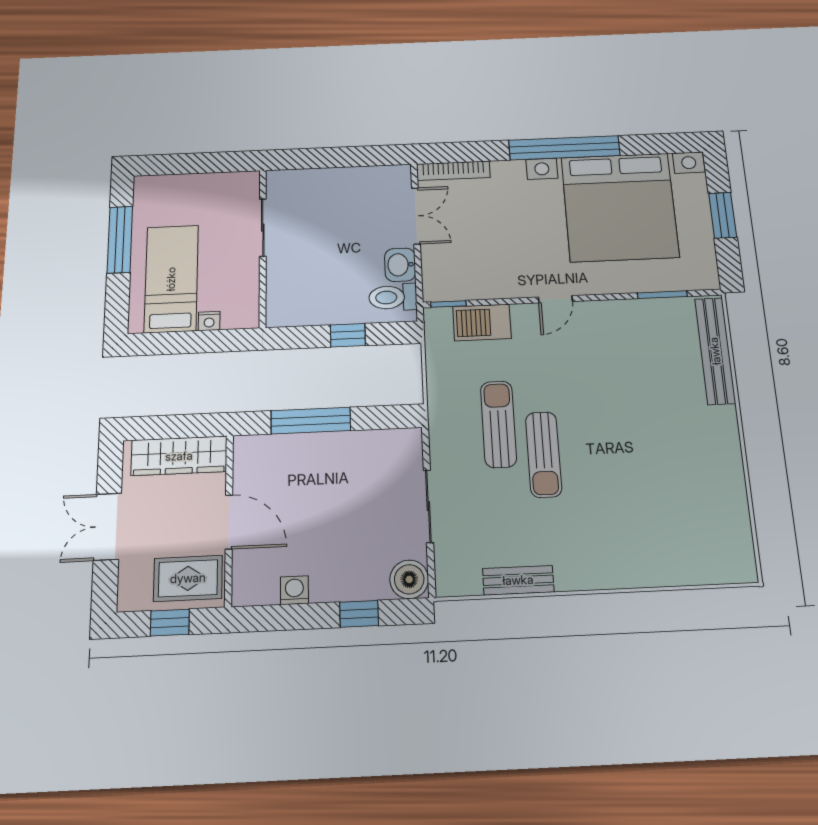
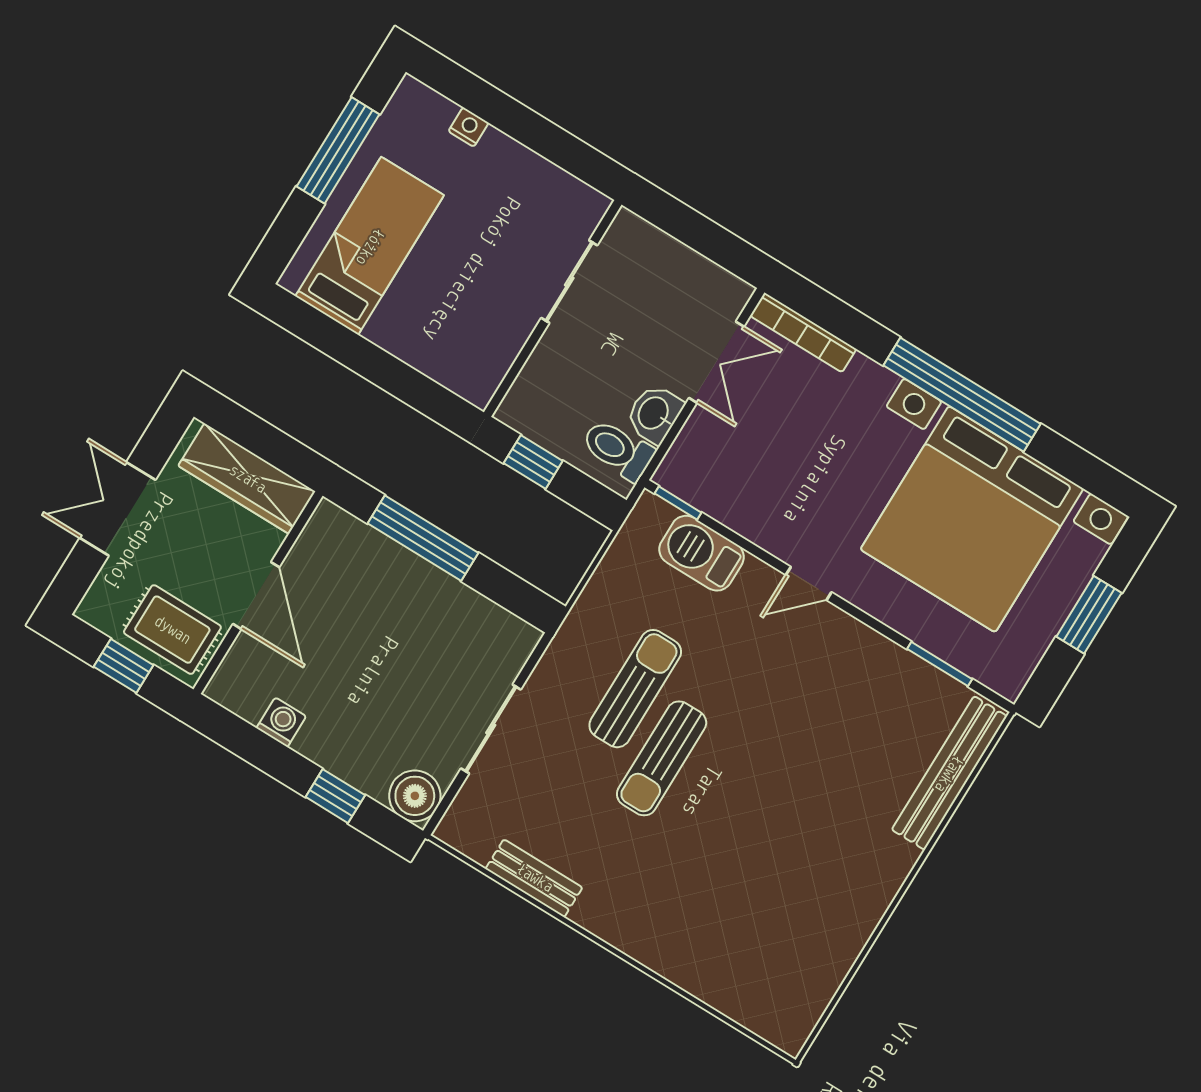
sliding door: (263, 228) -> (569, 282), moved
wall: (263, 247) -> (553, 308), moved
nightstand: (209, 321) -> (468, 127), moved, turned 180

